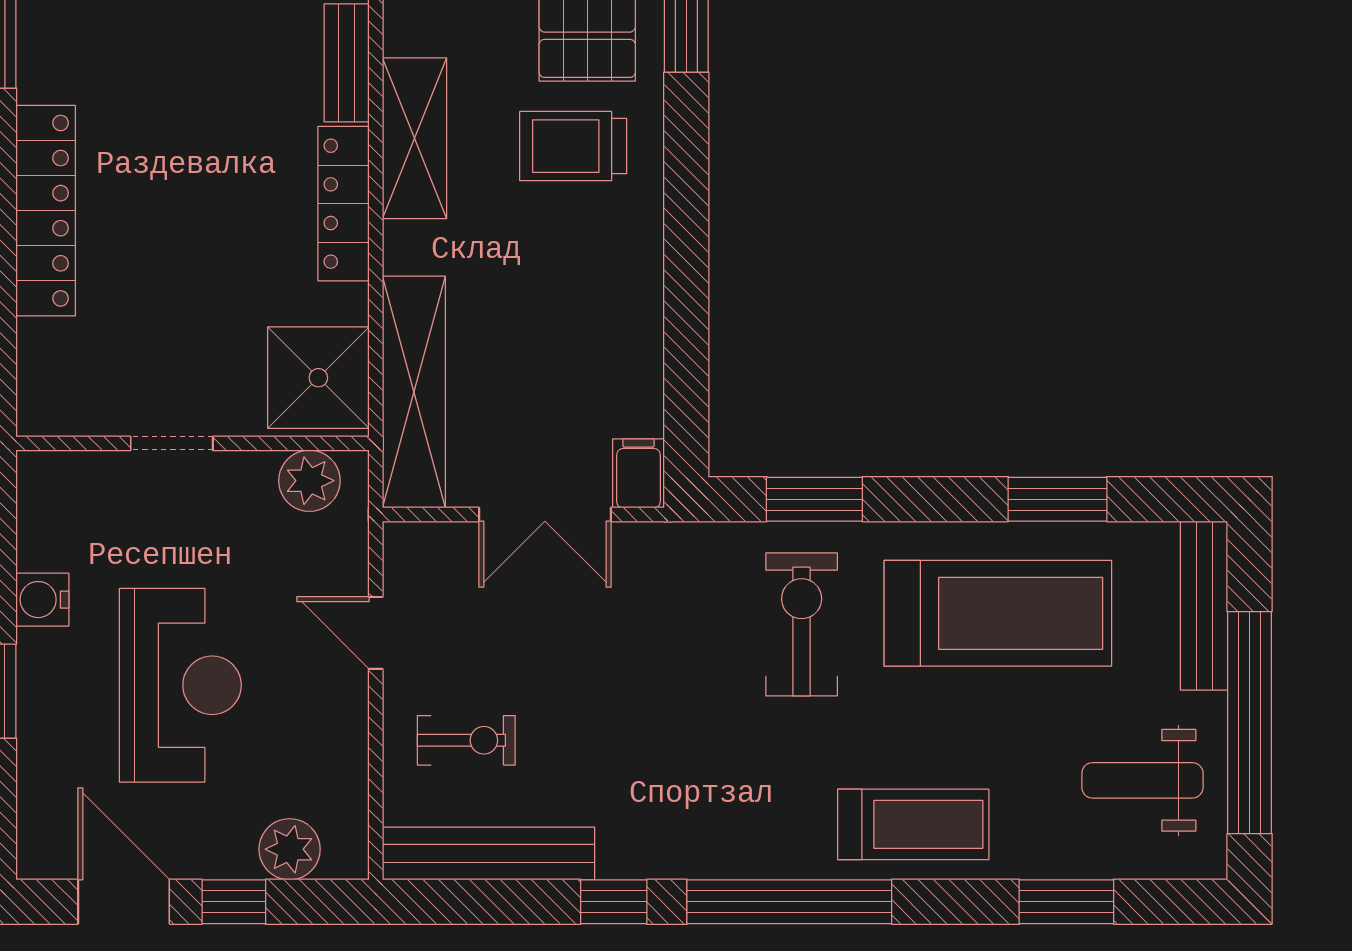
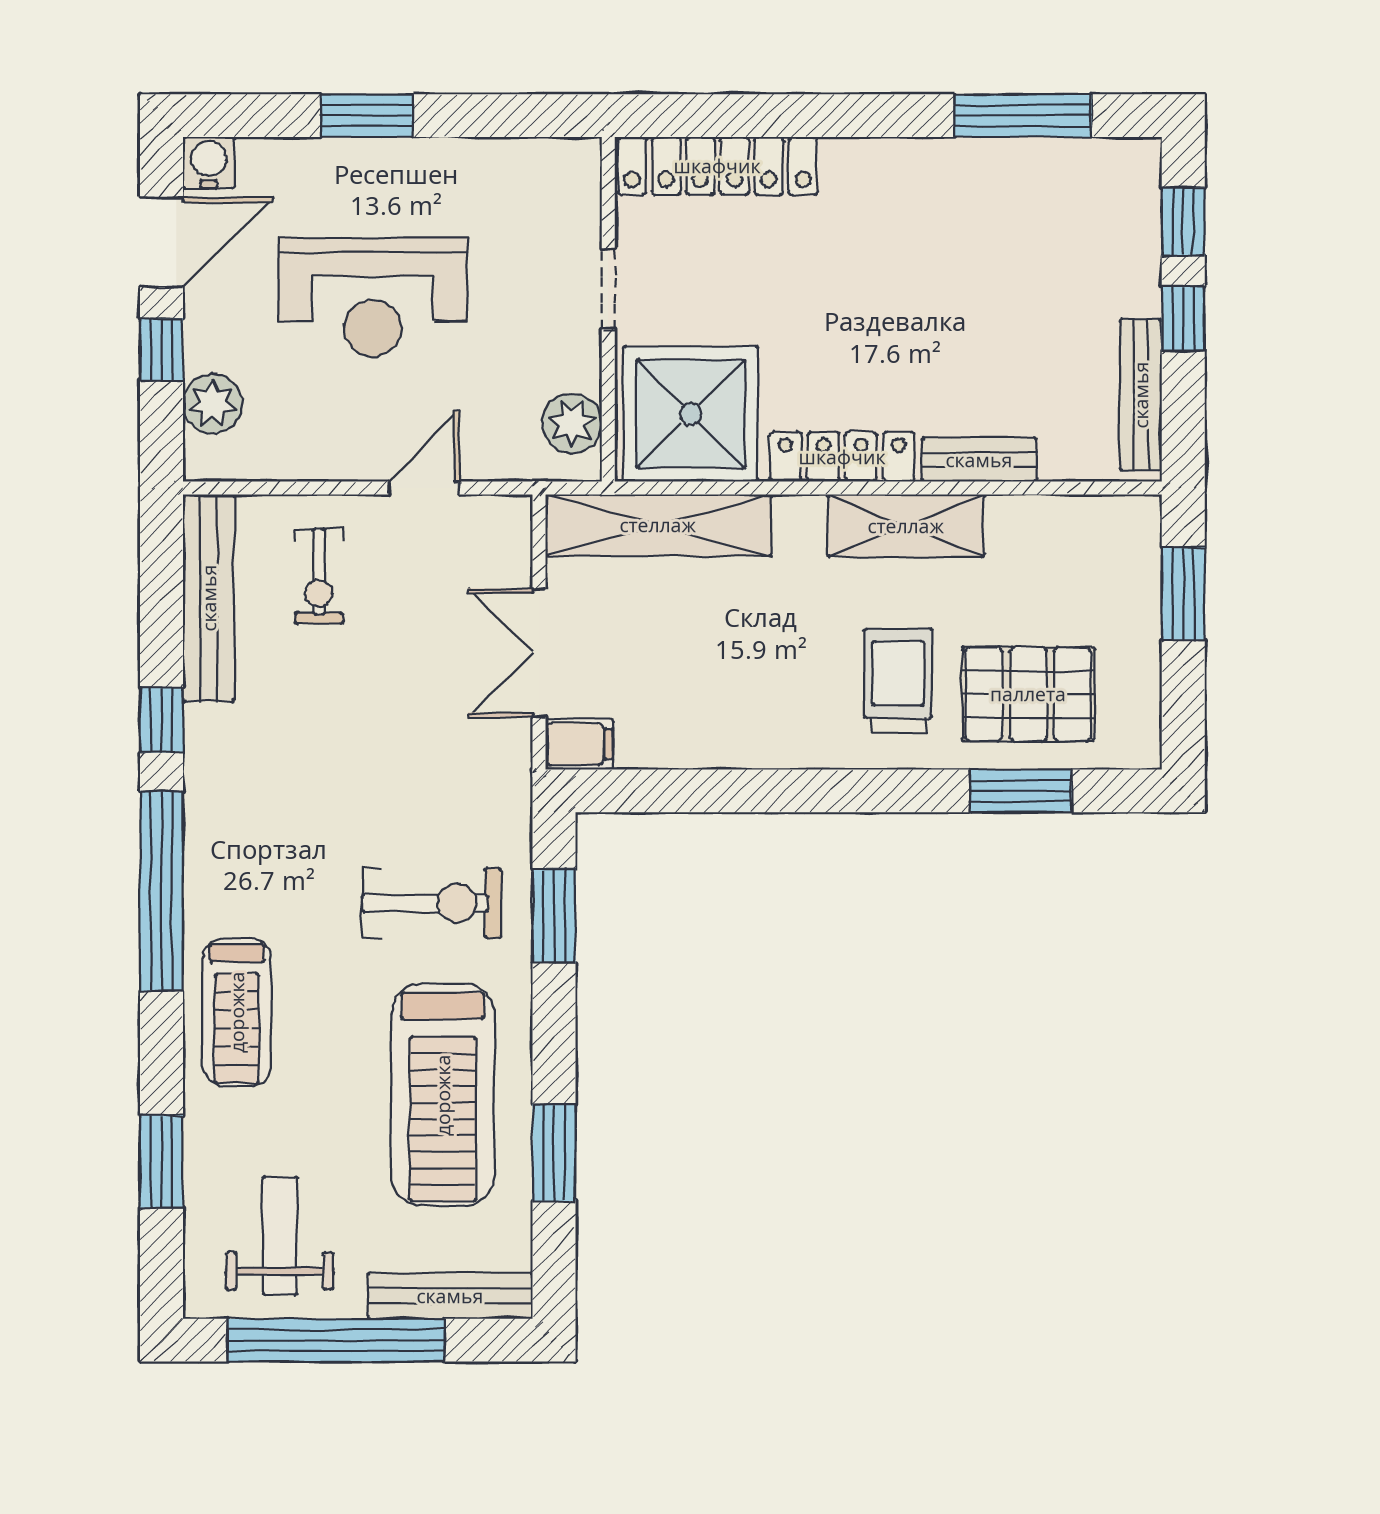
locker: (46, 211) -> (717, 166), moved
shower: (318, 378) -> (691, 414), width x1.37, depth x1.37
water cooler: (42, 600) -> (209, 163), moved

